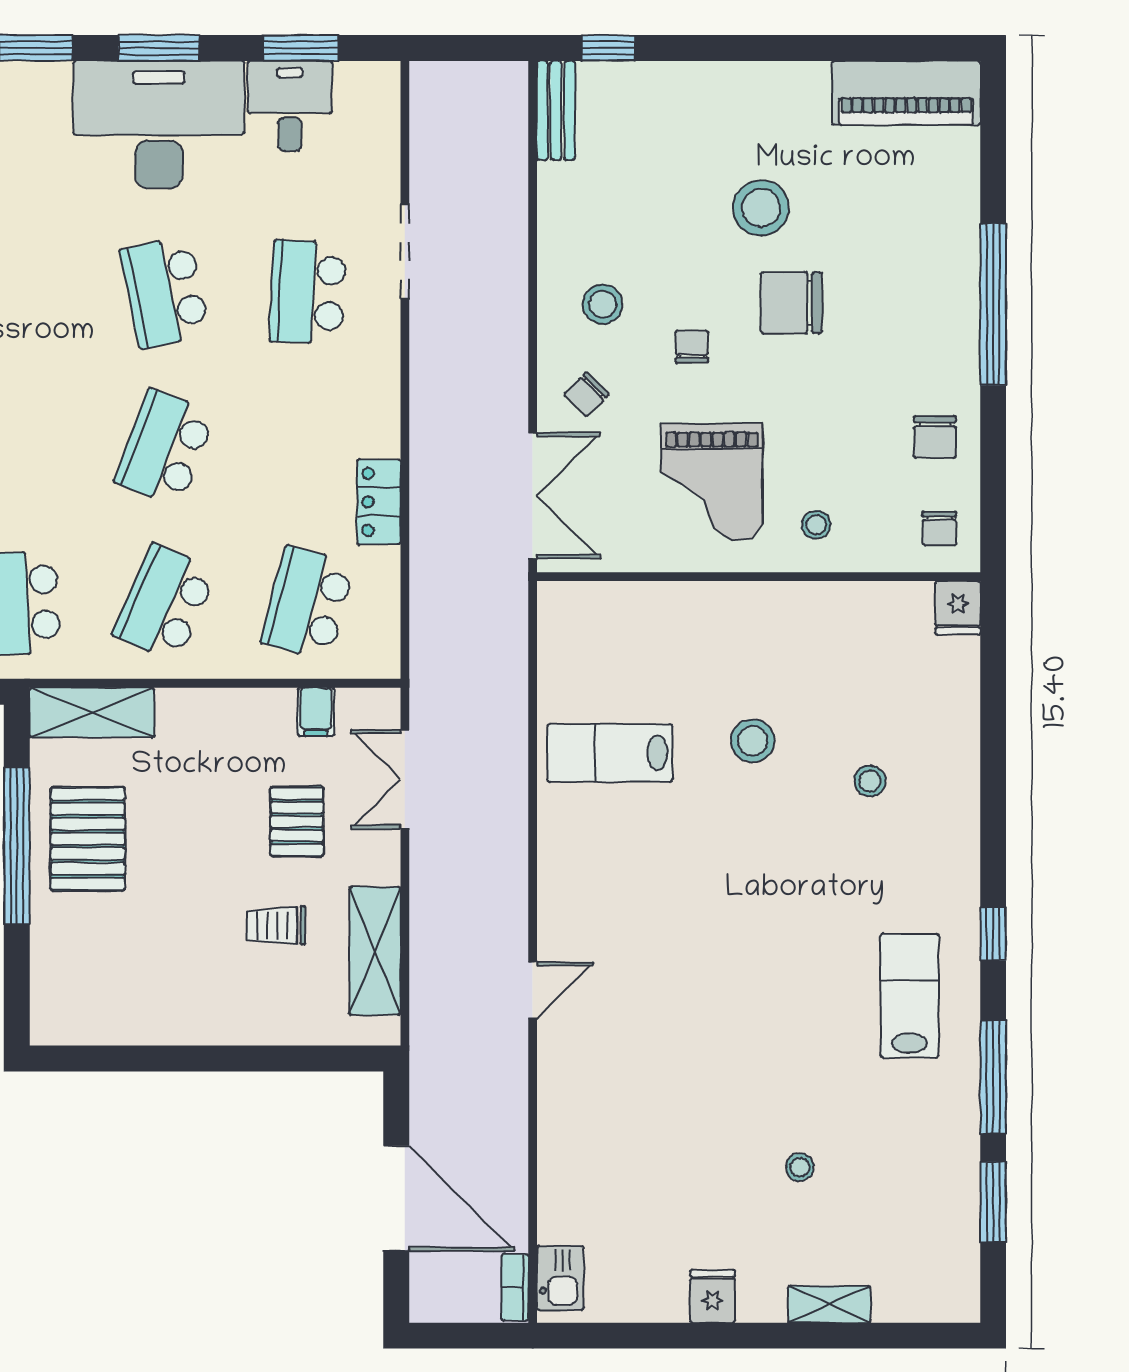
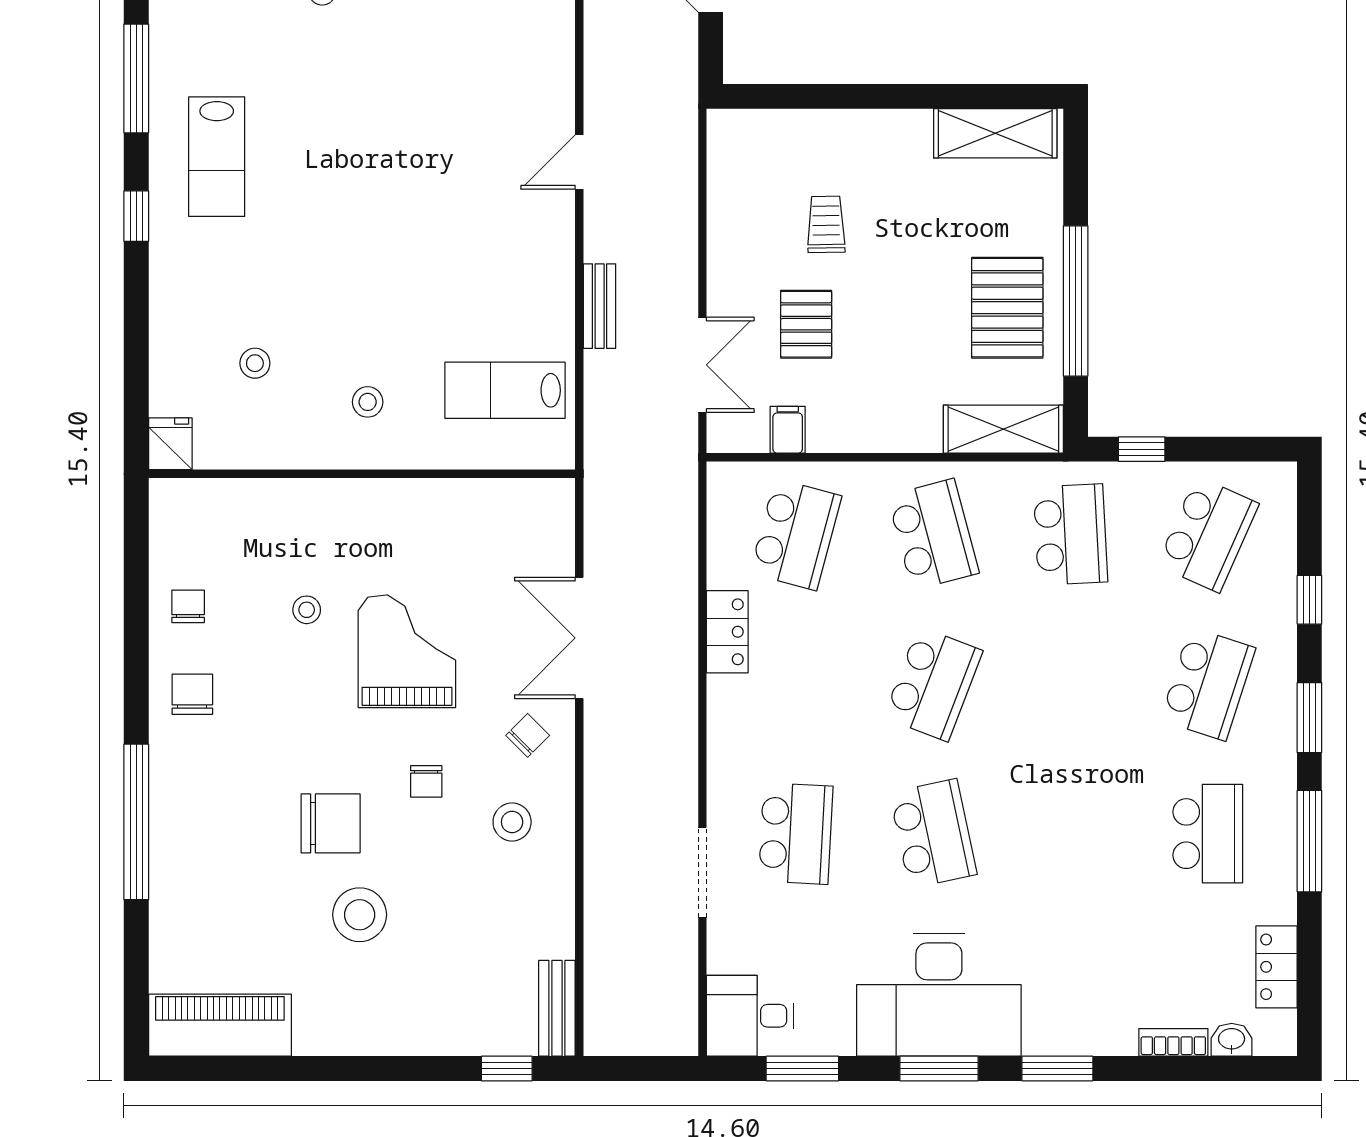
desk: (290, 106) -> (750, 1016), moved, turned 90
wall: (759, 577) -> (362, 474), moved
school desk: (165, 603) -> (933, 534), turned -39
fridge: (958, 608) -> (170, 444), moved
stool: (753, 741) -> (368, 402), width x0.73, depth x0.73
lab bench: (610, 753) -> (505, 390), turned 180
bench: (512, 840) -> (600, 306), added
trolley: (276, 925) -> (826, 224), turned -91
shelving: (375, 951) -> (995, 133), moved, turned 90

